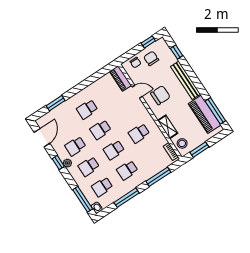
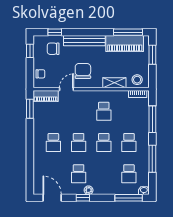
chair: (151, 58) -> (53, 49), moved
window: (56, 103) -> (30, 109), moved
window: (199, 150) -> (152, 55), moved
school desk: (89, 167) -> (104, 174), removed

